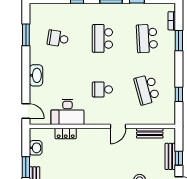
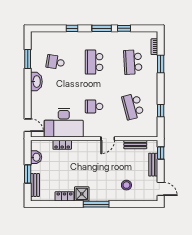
washbasin: (36, 75) -> (36, 82), moved
desk: (67, 112) -> (64, 123), width x1.36, depth x1.30
window: (179, 158) -> (161, 153), moved

